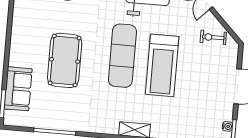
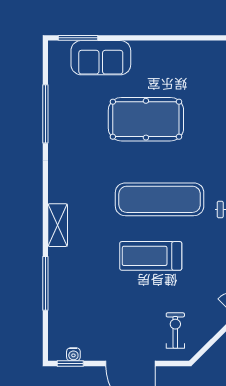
exercise bike: (213, 37) -> (175, 331), moved
treadmill: (162, 65) -> (151, 256), width x0.73, depth x0.73

